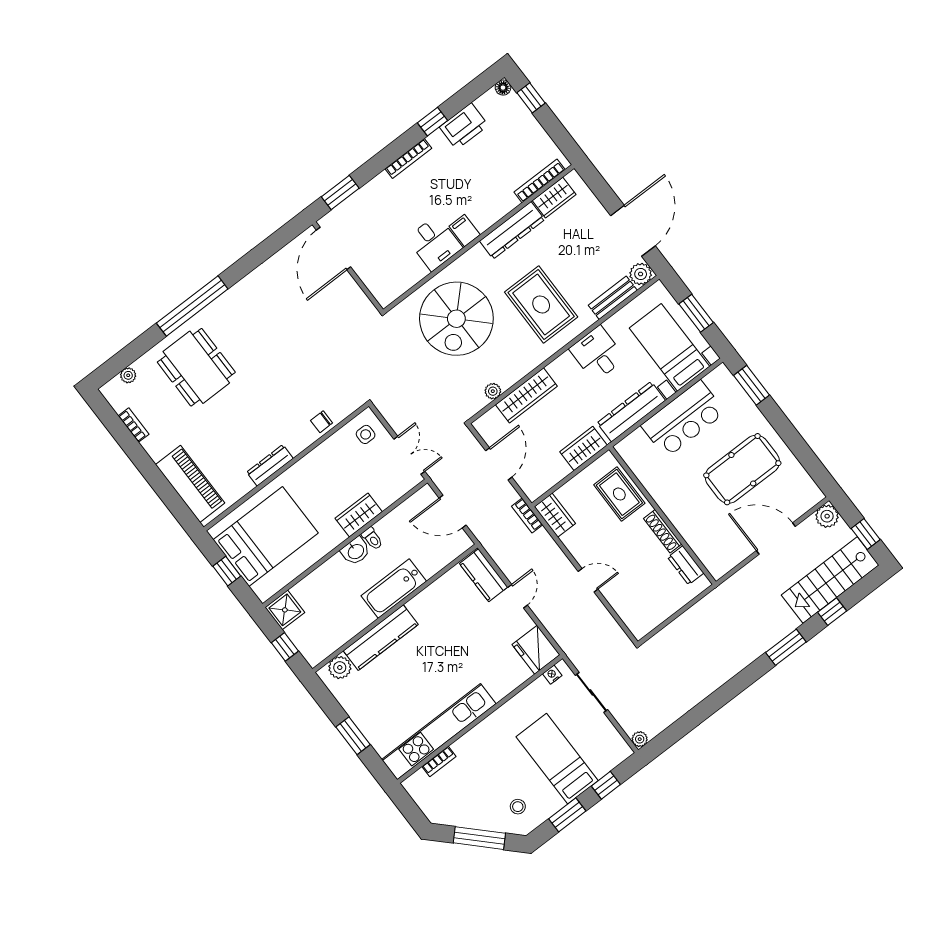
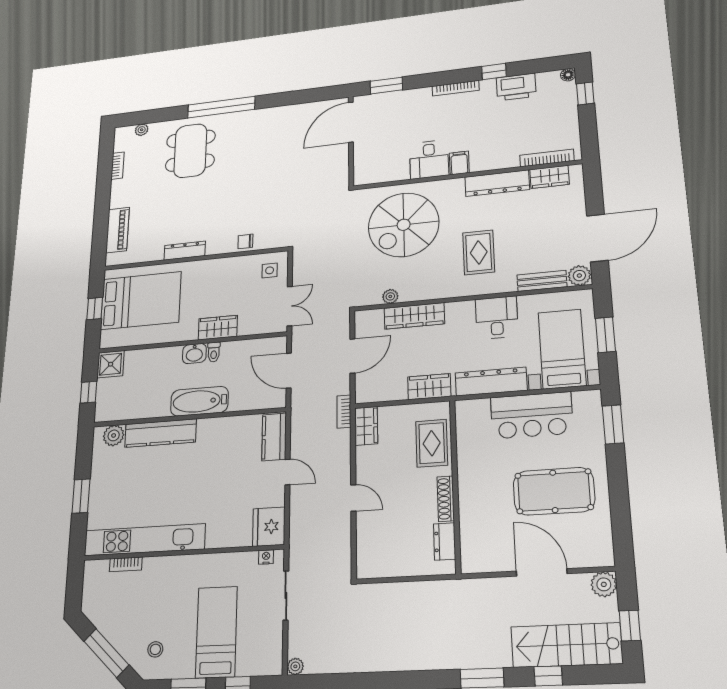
rug: (541, 304) -> (479, 252), width x0.73, depth x0.70
piano: (190, 484) -> (118, 230), width x0.73, depth x0.75
door: (518, 596) -> (287, 472), hinge flipped

